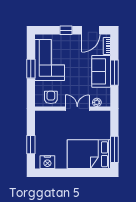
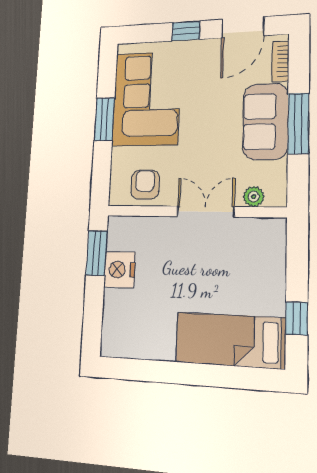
window: (31, 145) -> (97, 253), moved
window: (114, 149) -> (297, 318), width x0.46
bed: (89, 154) -> (230, 340), width x0.67
nightstand: (47, 162) -> (120, 270), moved, turned 90

